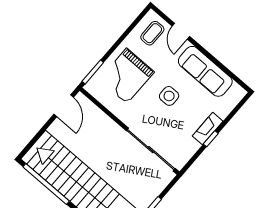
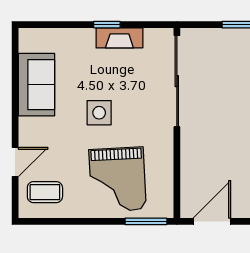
sofa: (205, 71) -> (37, 85), width x0.73
grand piano: (127, 76) -> (117, 180), turned 87
fireplace: (208, 129) -> (119, 38), moved

